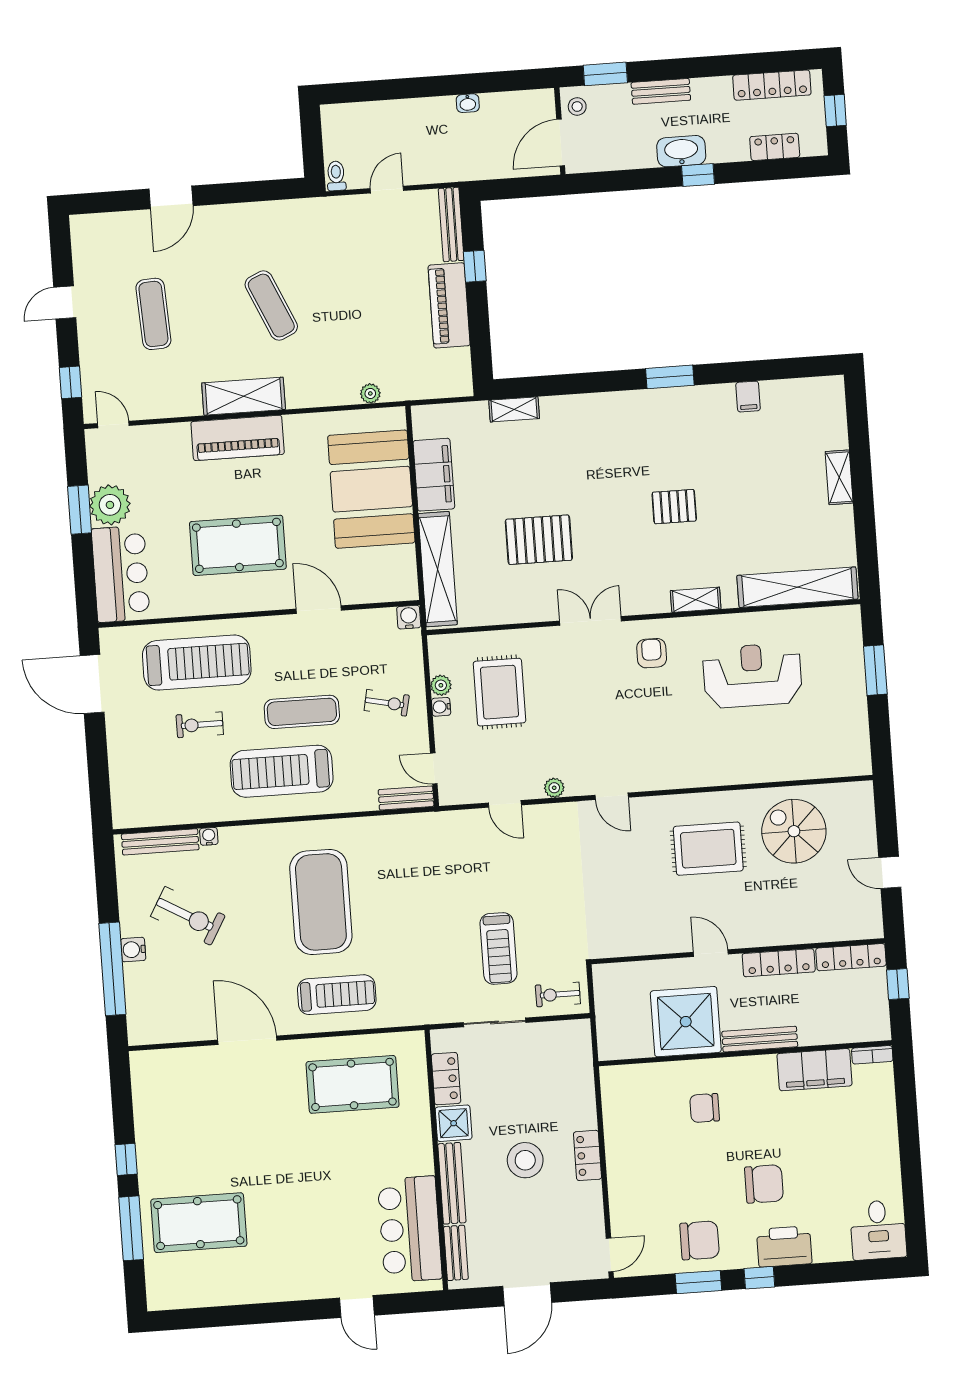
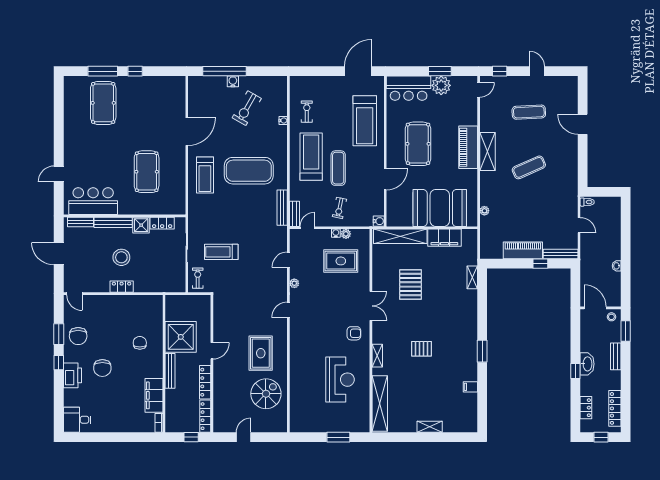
pallet: (674, 507) -> (421, 349), turned 90
exercise bike: (200, 725) -> (307, 112), moved
bench: (160, 842) -> (282, 208), moved
pool table: (353, 1084) -> (147, 172), moved

